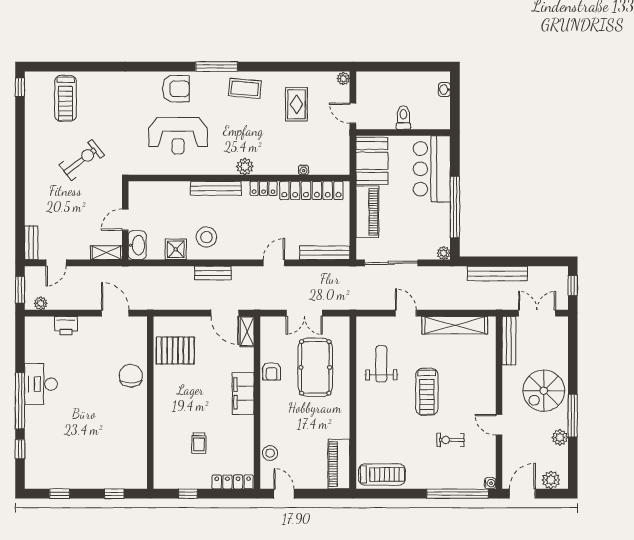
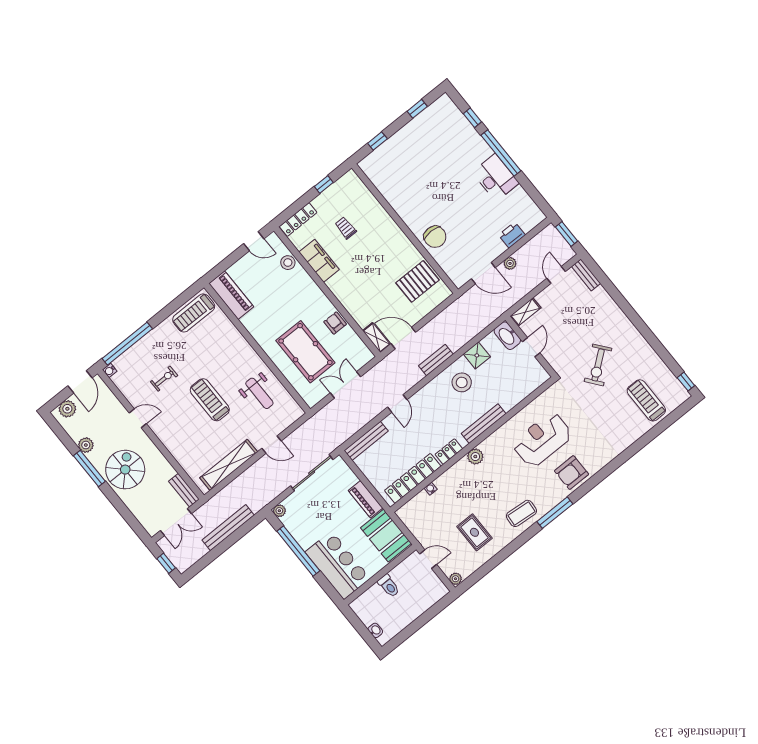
piano: (367, 212) -> (365, 499), width x0.73, depth x0.75
plant: (41, 303) -> (510, 263), moved
bench: (509, 341) -> (184, 490), width x0.73
filing cabinet: (243, 393) -> (319, 261), moved

